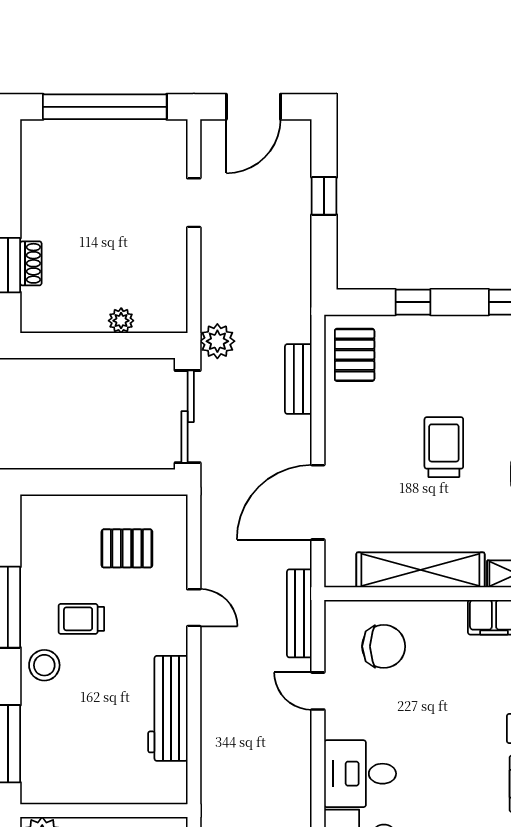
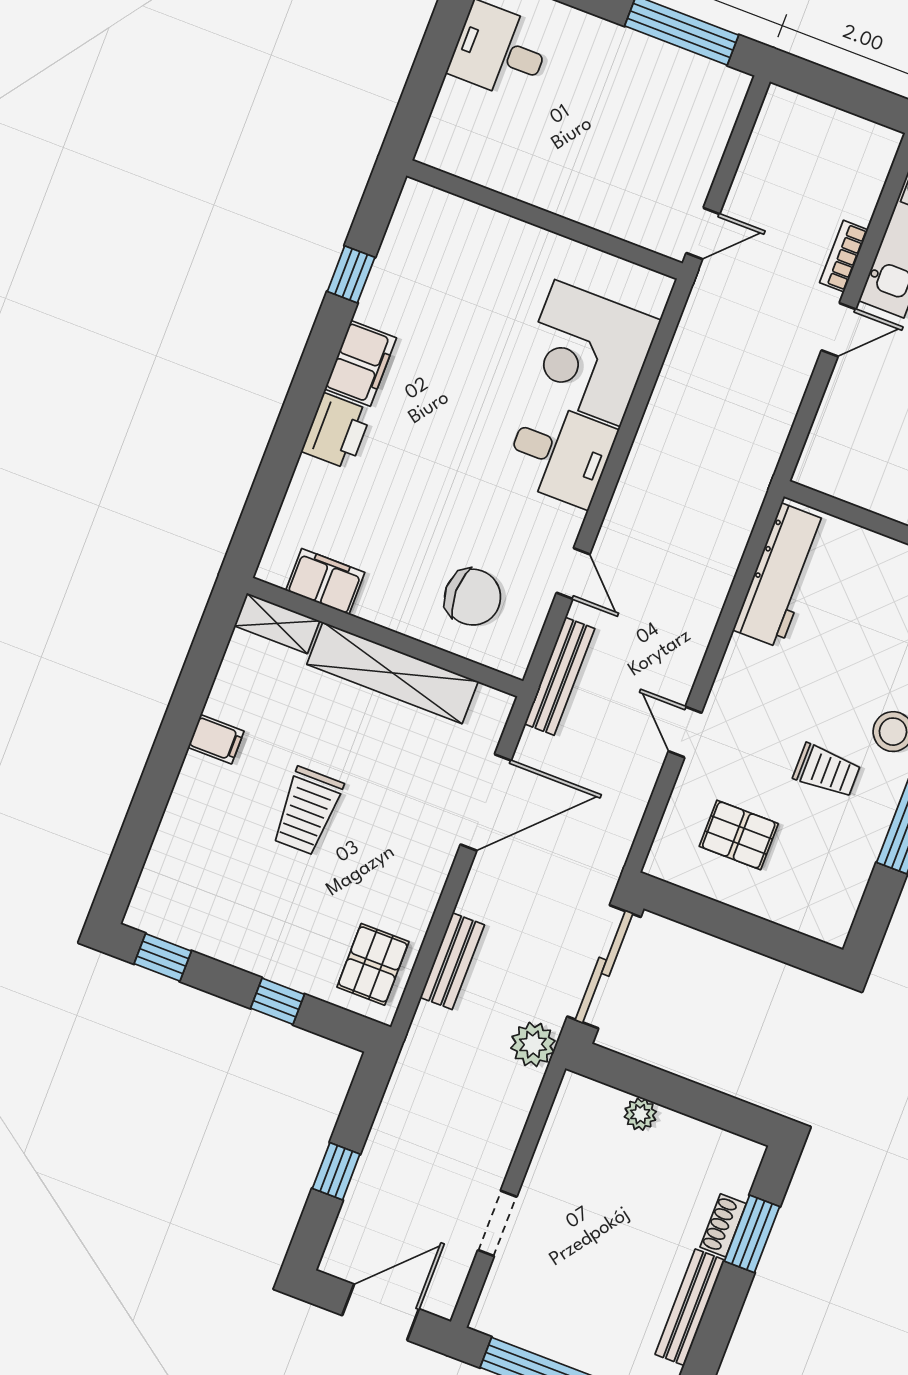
bench: (32, 195) -> (690, 1307), added
chair: (384, 646) -> (473, 597), turned 180
workbench: (168, 708) -> (781, 576), moved

